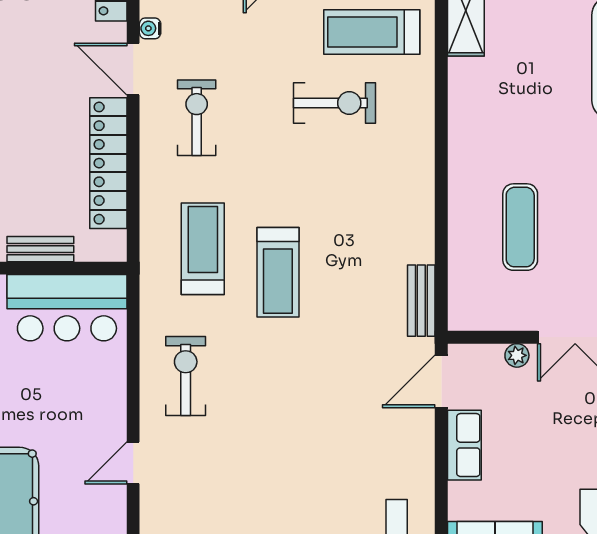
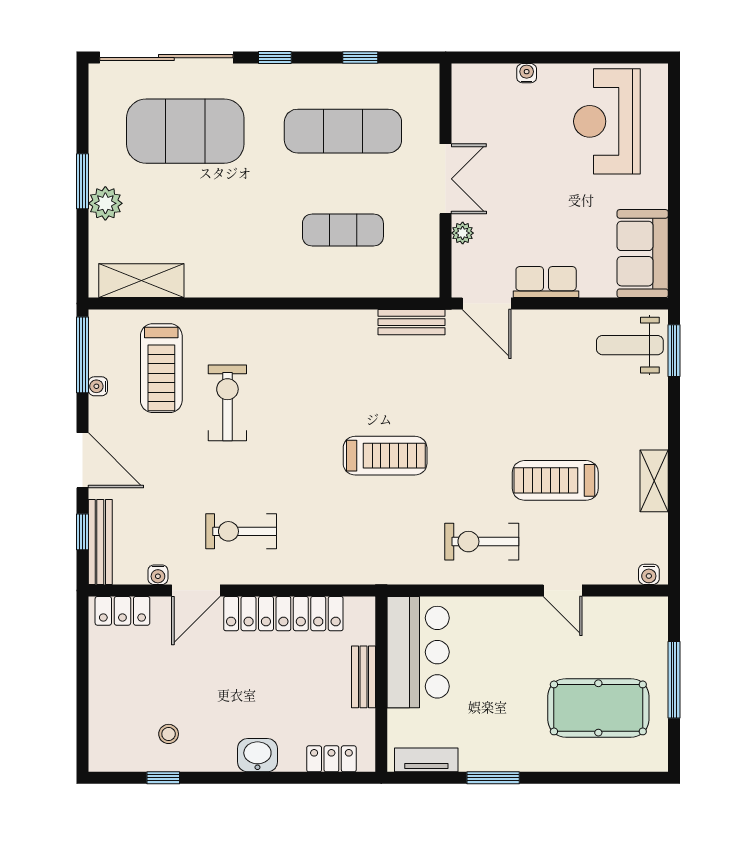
treadmill: (203, 249) -> (555, 480), moved

